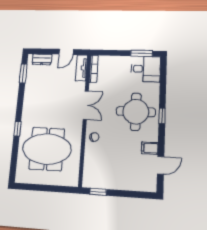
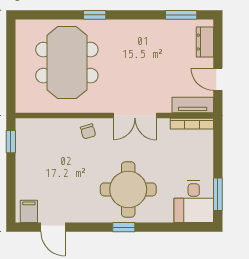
filing cabinet: (150, 148) -> (29, 211), moved

